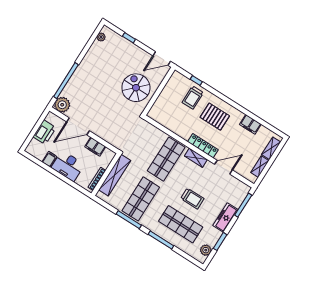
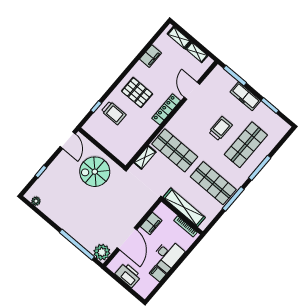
pallet: (215, 117) -> (137, 93), turned 90
shelving: (196, 158) -> (145, 157), moved
plant: (206, 250) -> (277, 122), removed

